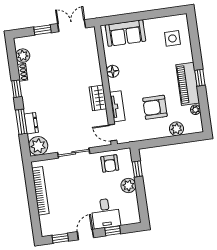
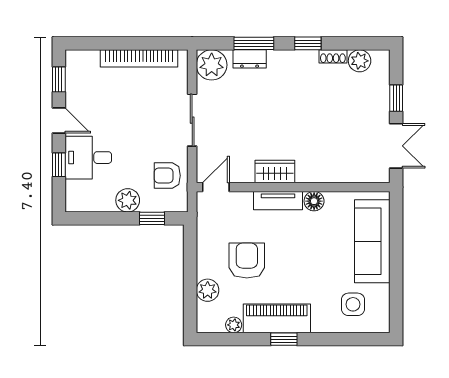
sofa: (125, 33) -> (372, 241), width x1.36
tv unit: (117, 106) -> (278, 201), moved

